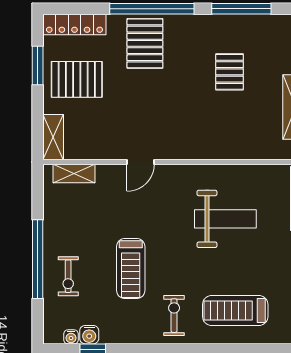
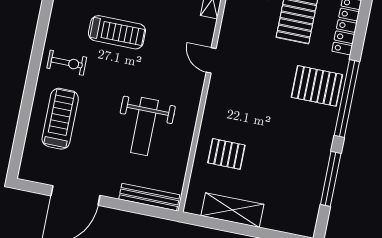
pallet: (229, 72) -> (226, 154), moved
treadmill: (131, 269) -> (117, 32), turned 180

